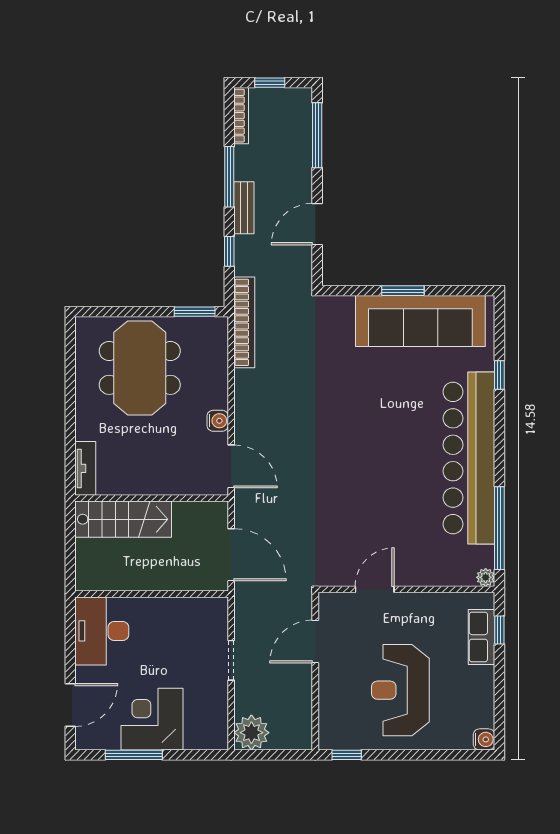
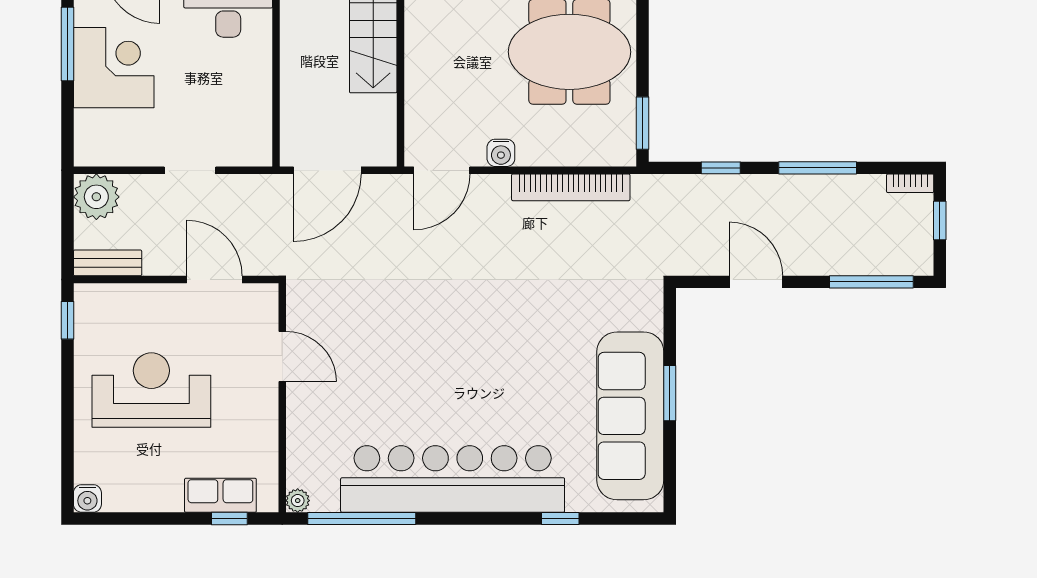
bookcase: (241, 116) -> (910, 183), width x0.64
bench: (244, 208) -> (108, 263), moved
bookcase: (244, 322) -> (571, 187), moved

